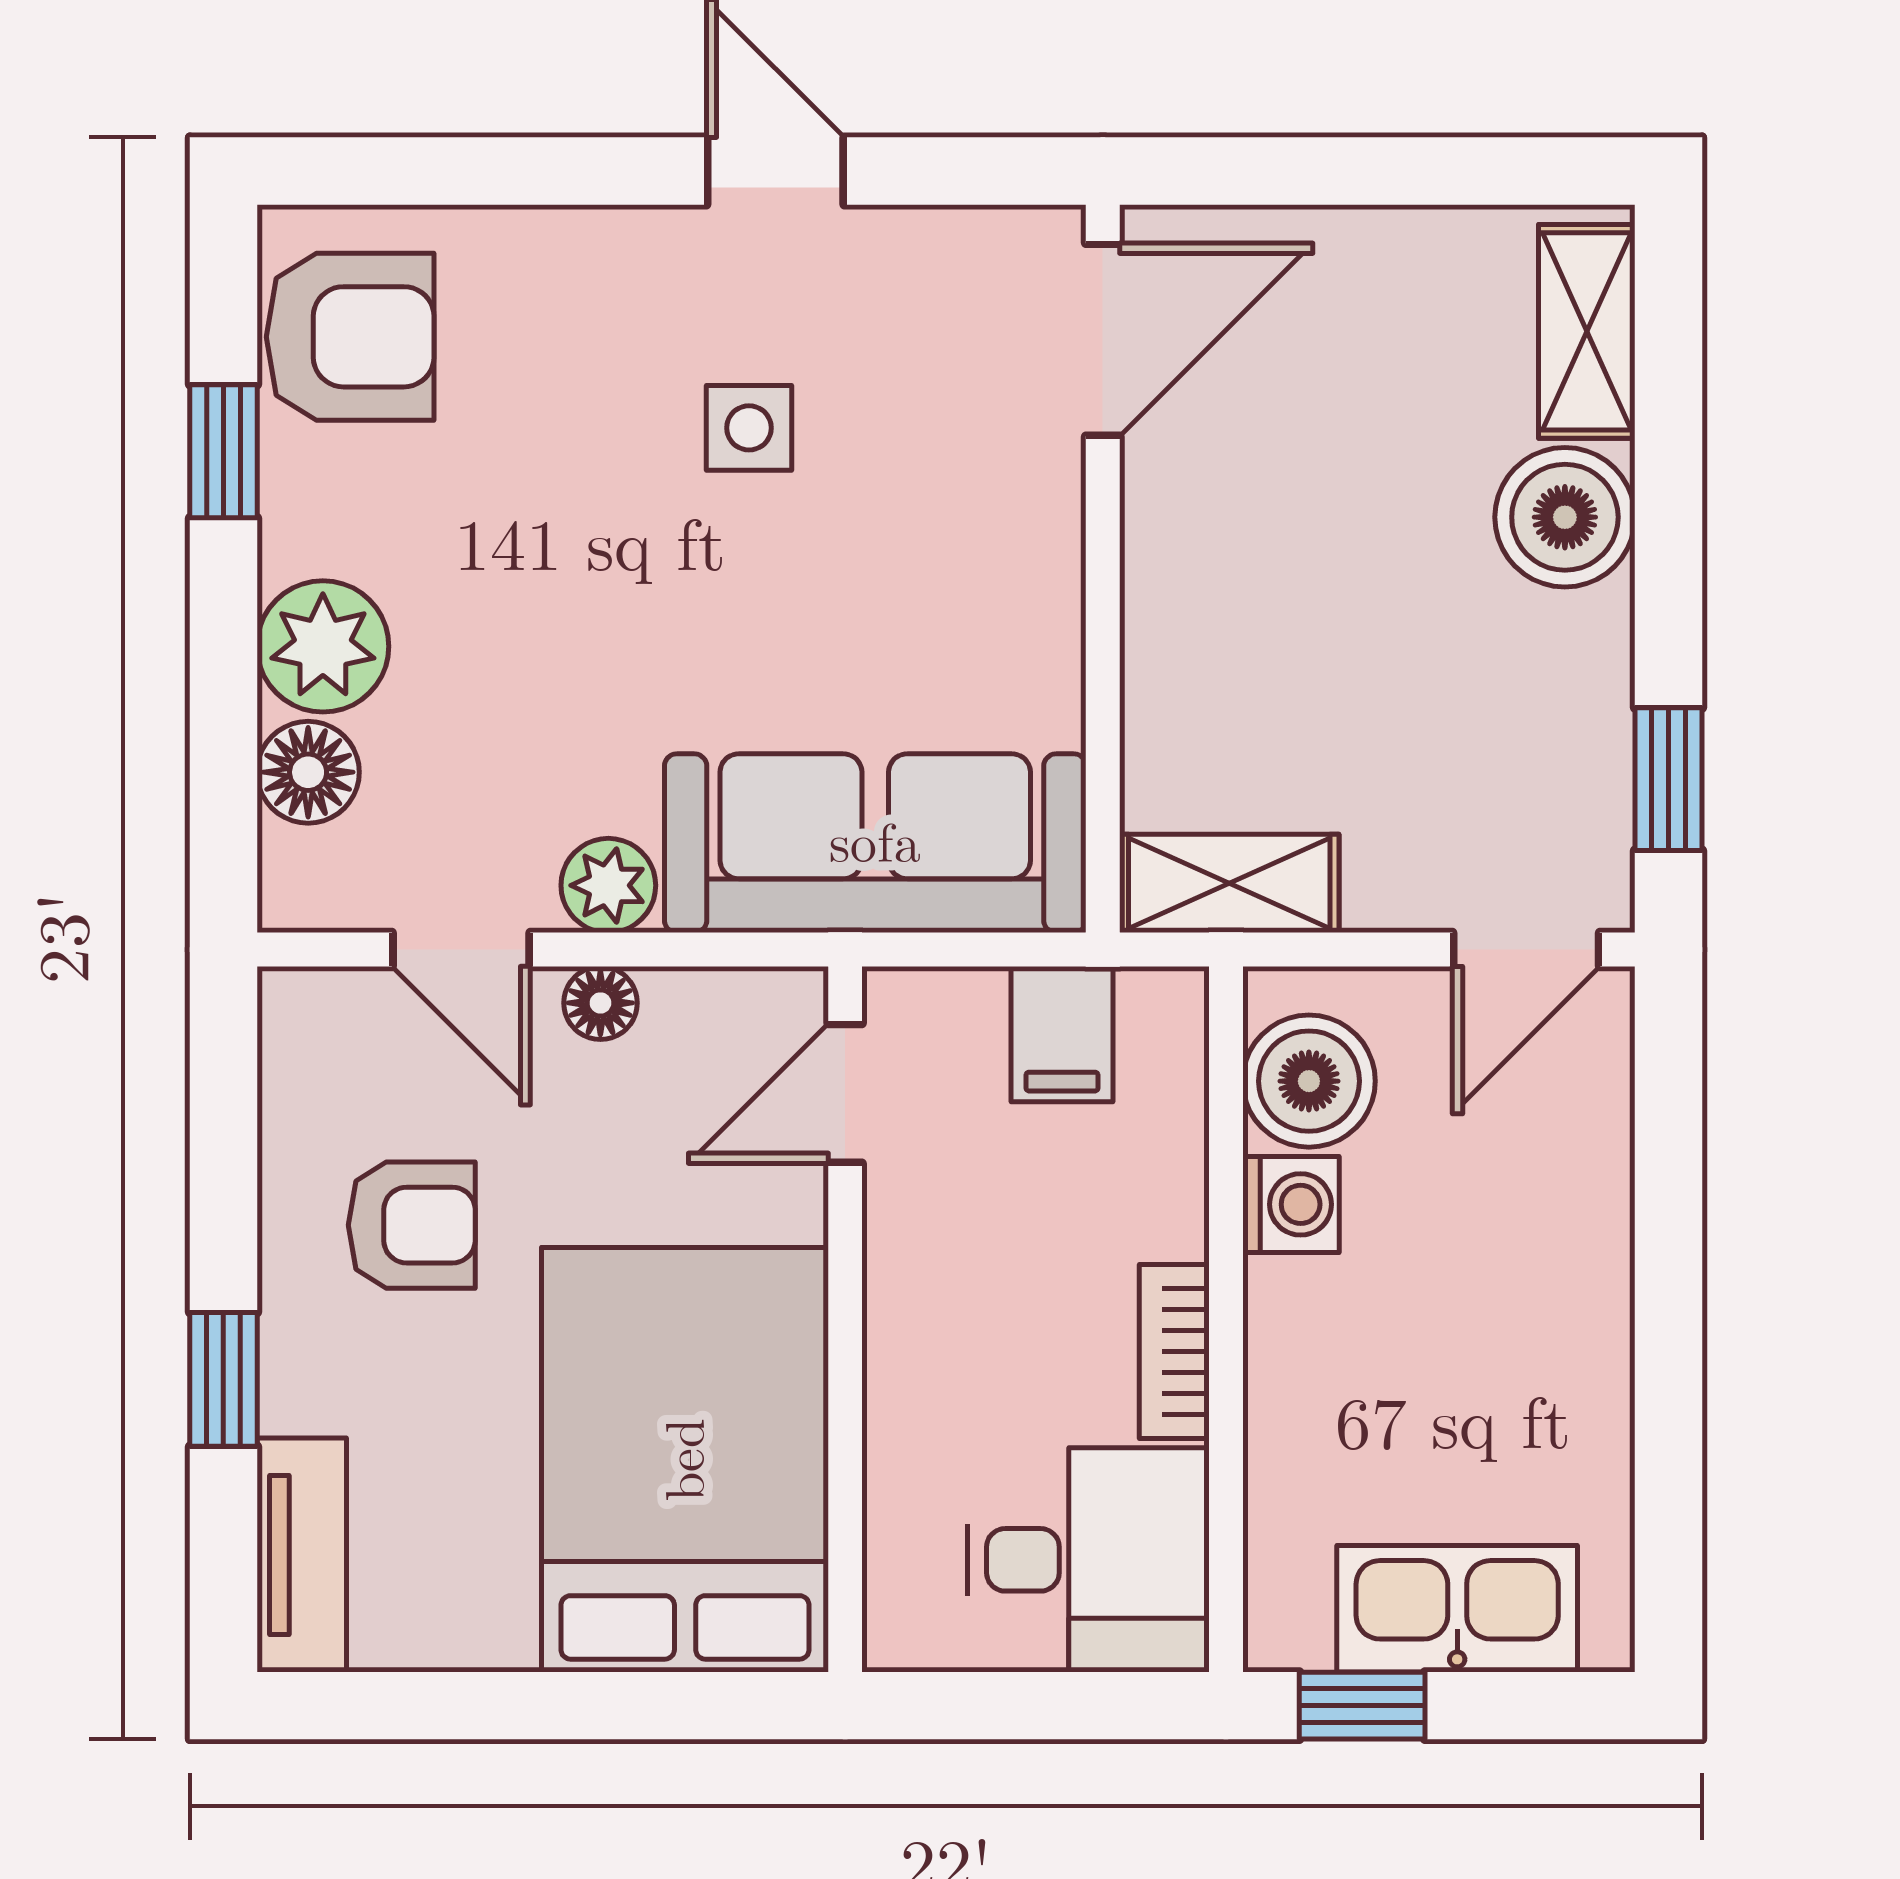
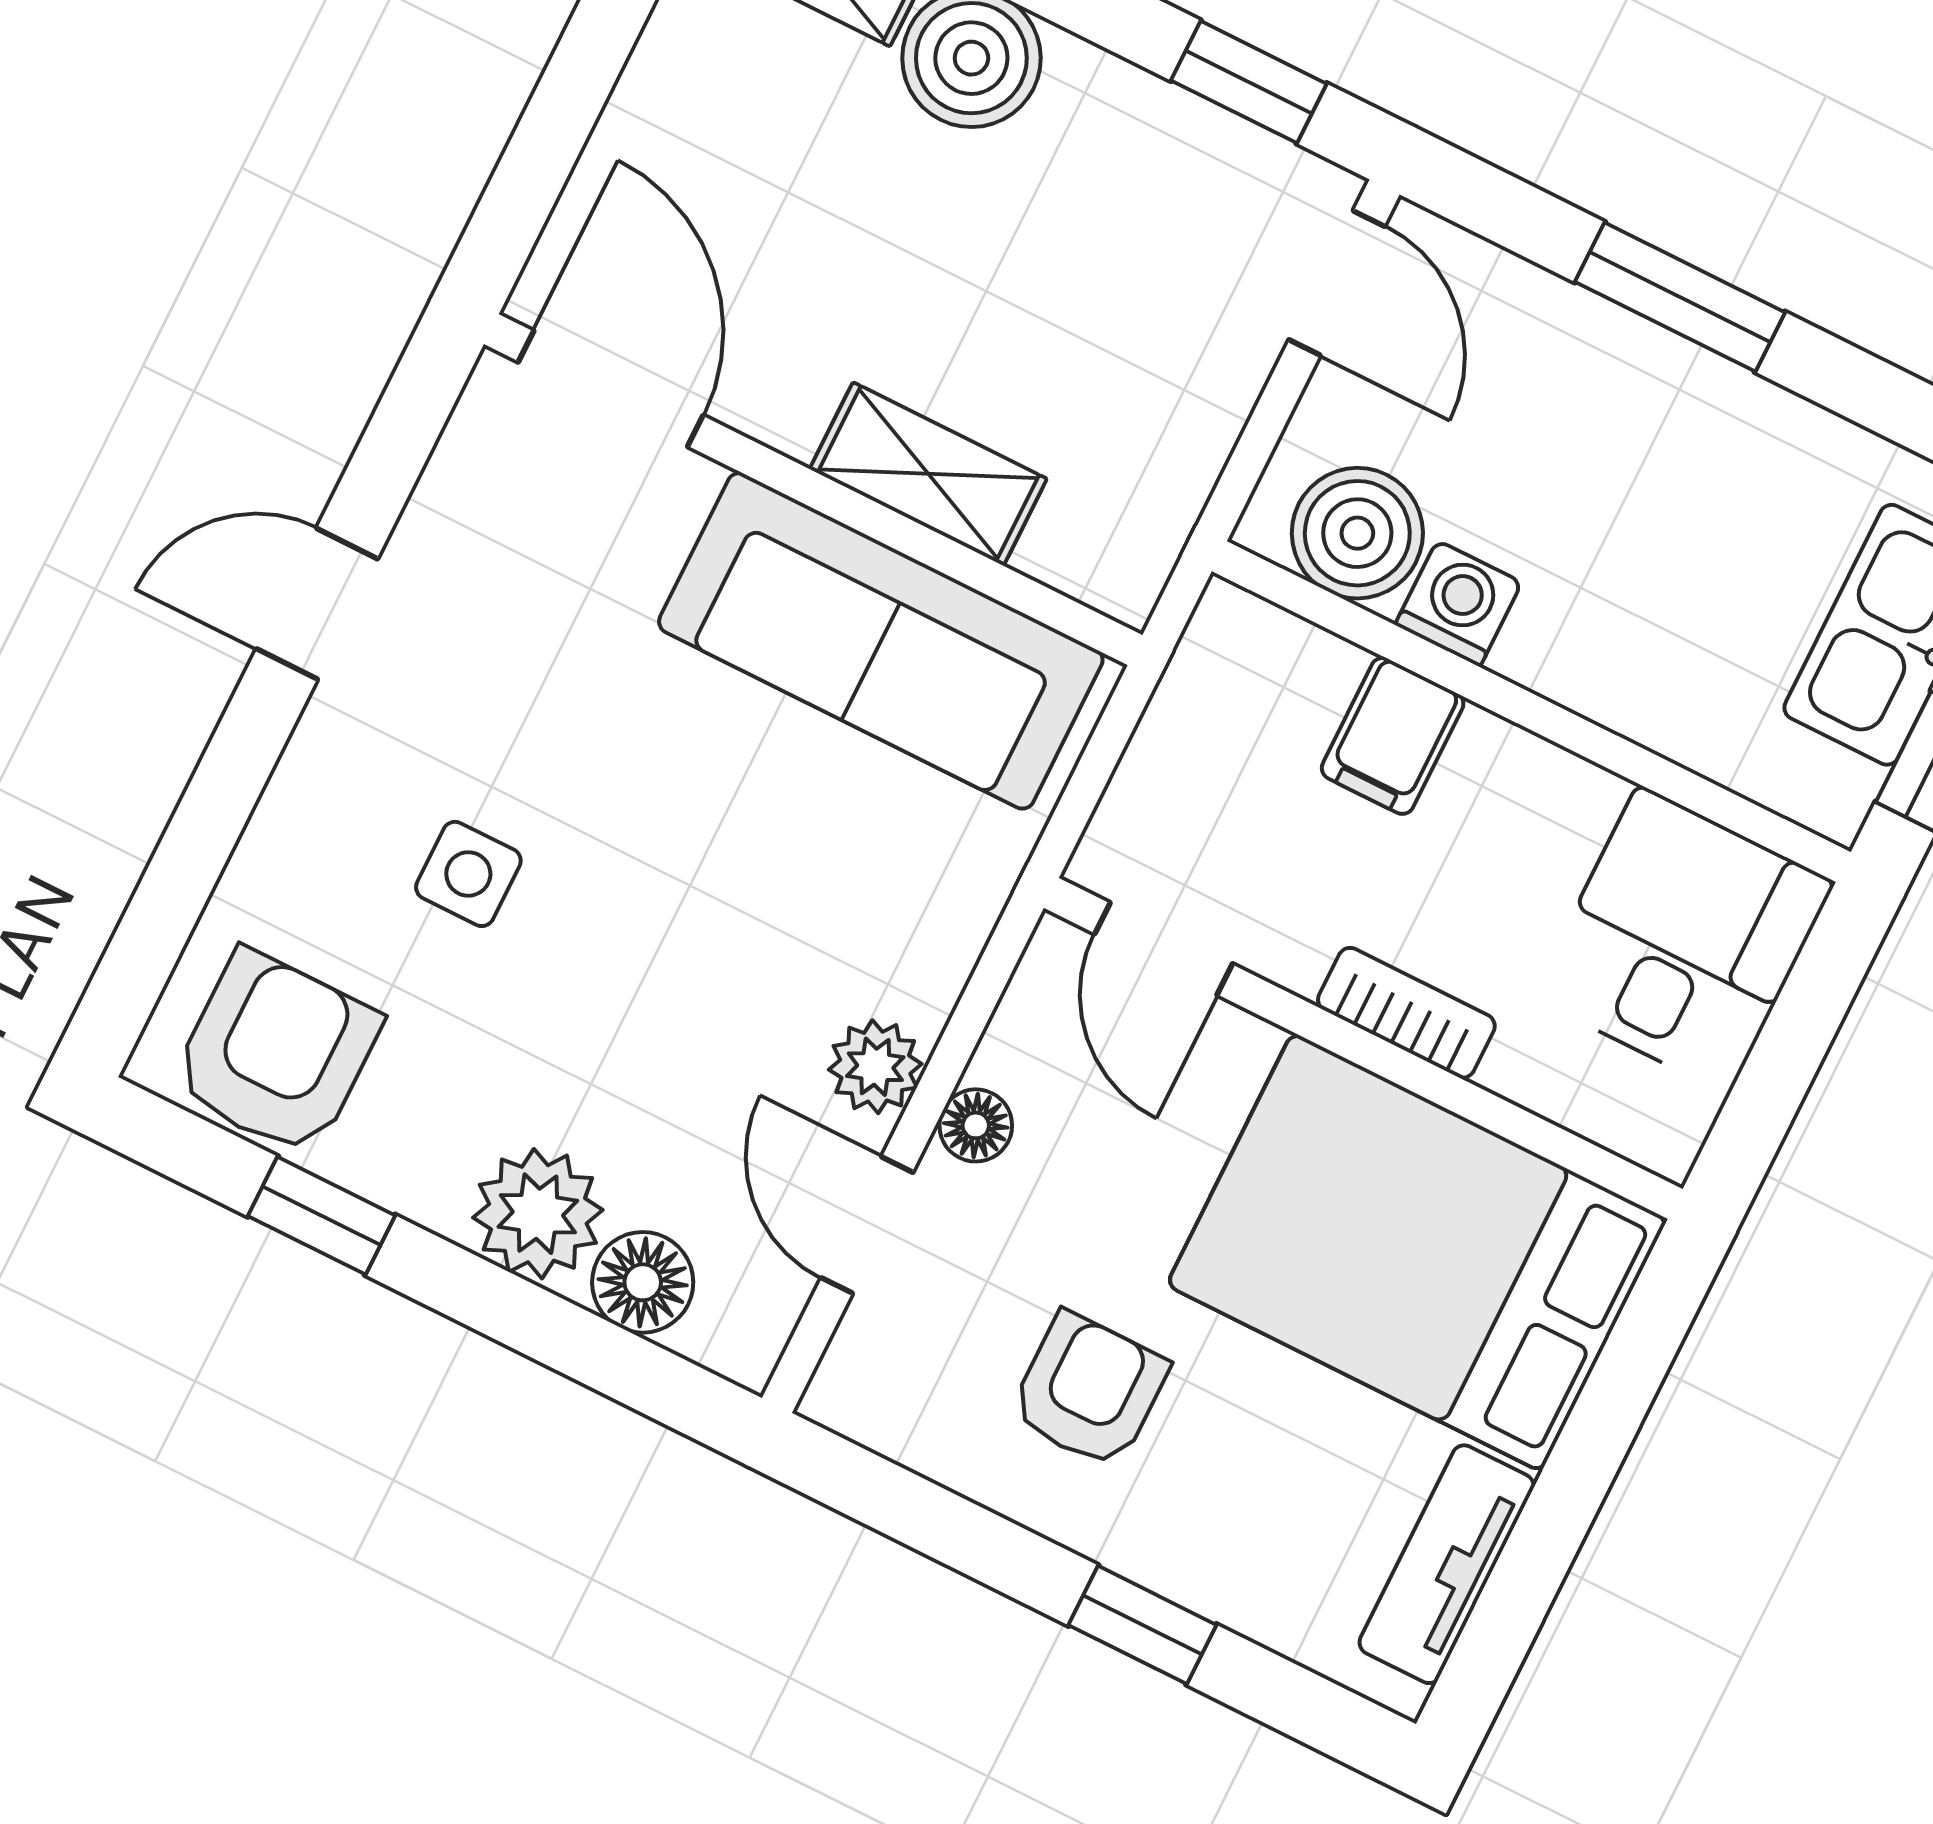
side table: (749, 428) -> (468, 874), moved
sofa: (875, 843) -> (881, 641), moved, turned -90
shelving: (1229, 883) -> (928, 474), moved, turned 90
door: (461, 950) -> (867, 1225), swing flipped
filing cabinet: (1062, 1034) -> (1393, 736), moved, turned 90
window: (1668, 1267) -> (1680, 297), added
bookcase: (1174, 1352) -> (1406, 1013), moved, turned 180
tv unit: (302, 1555) -> (1447, 1564), moved, turned -90

